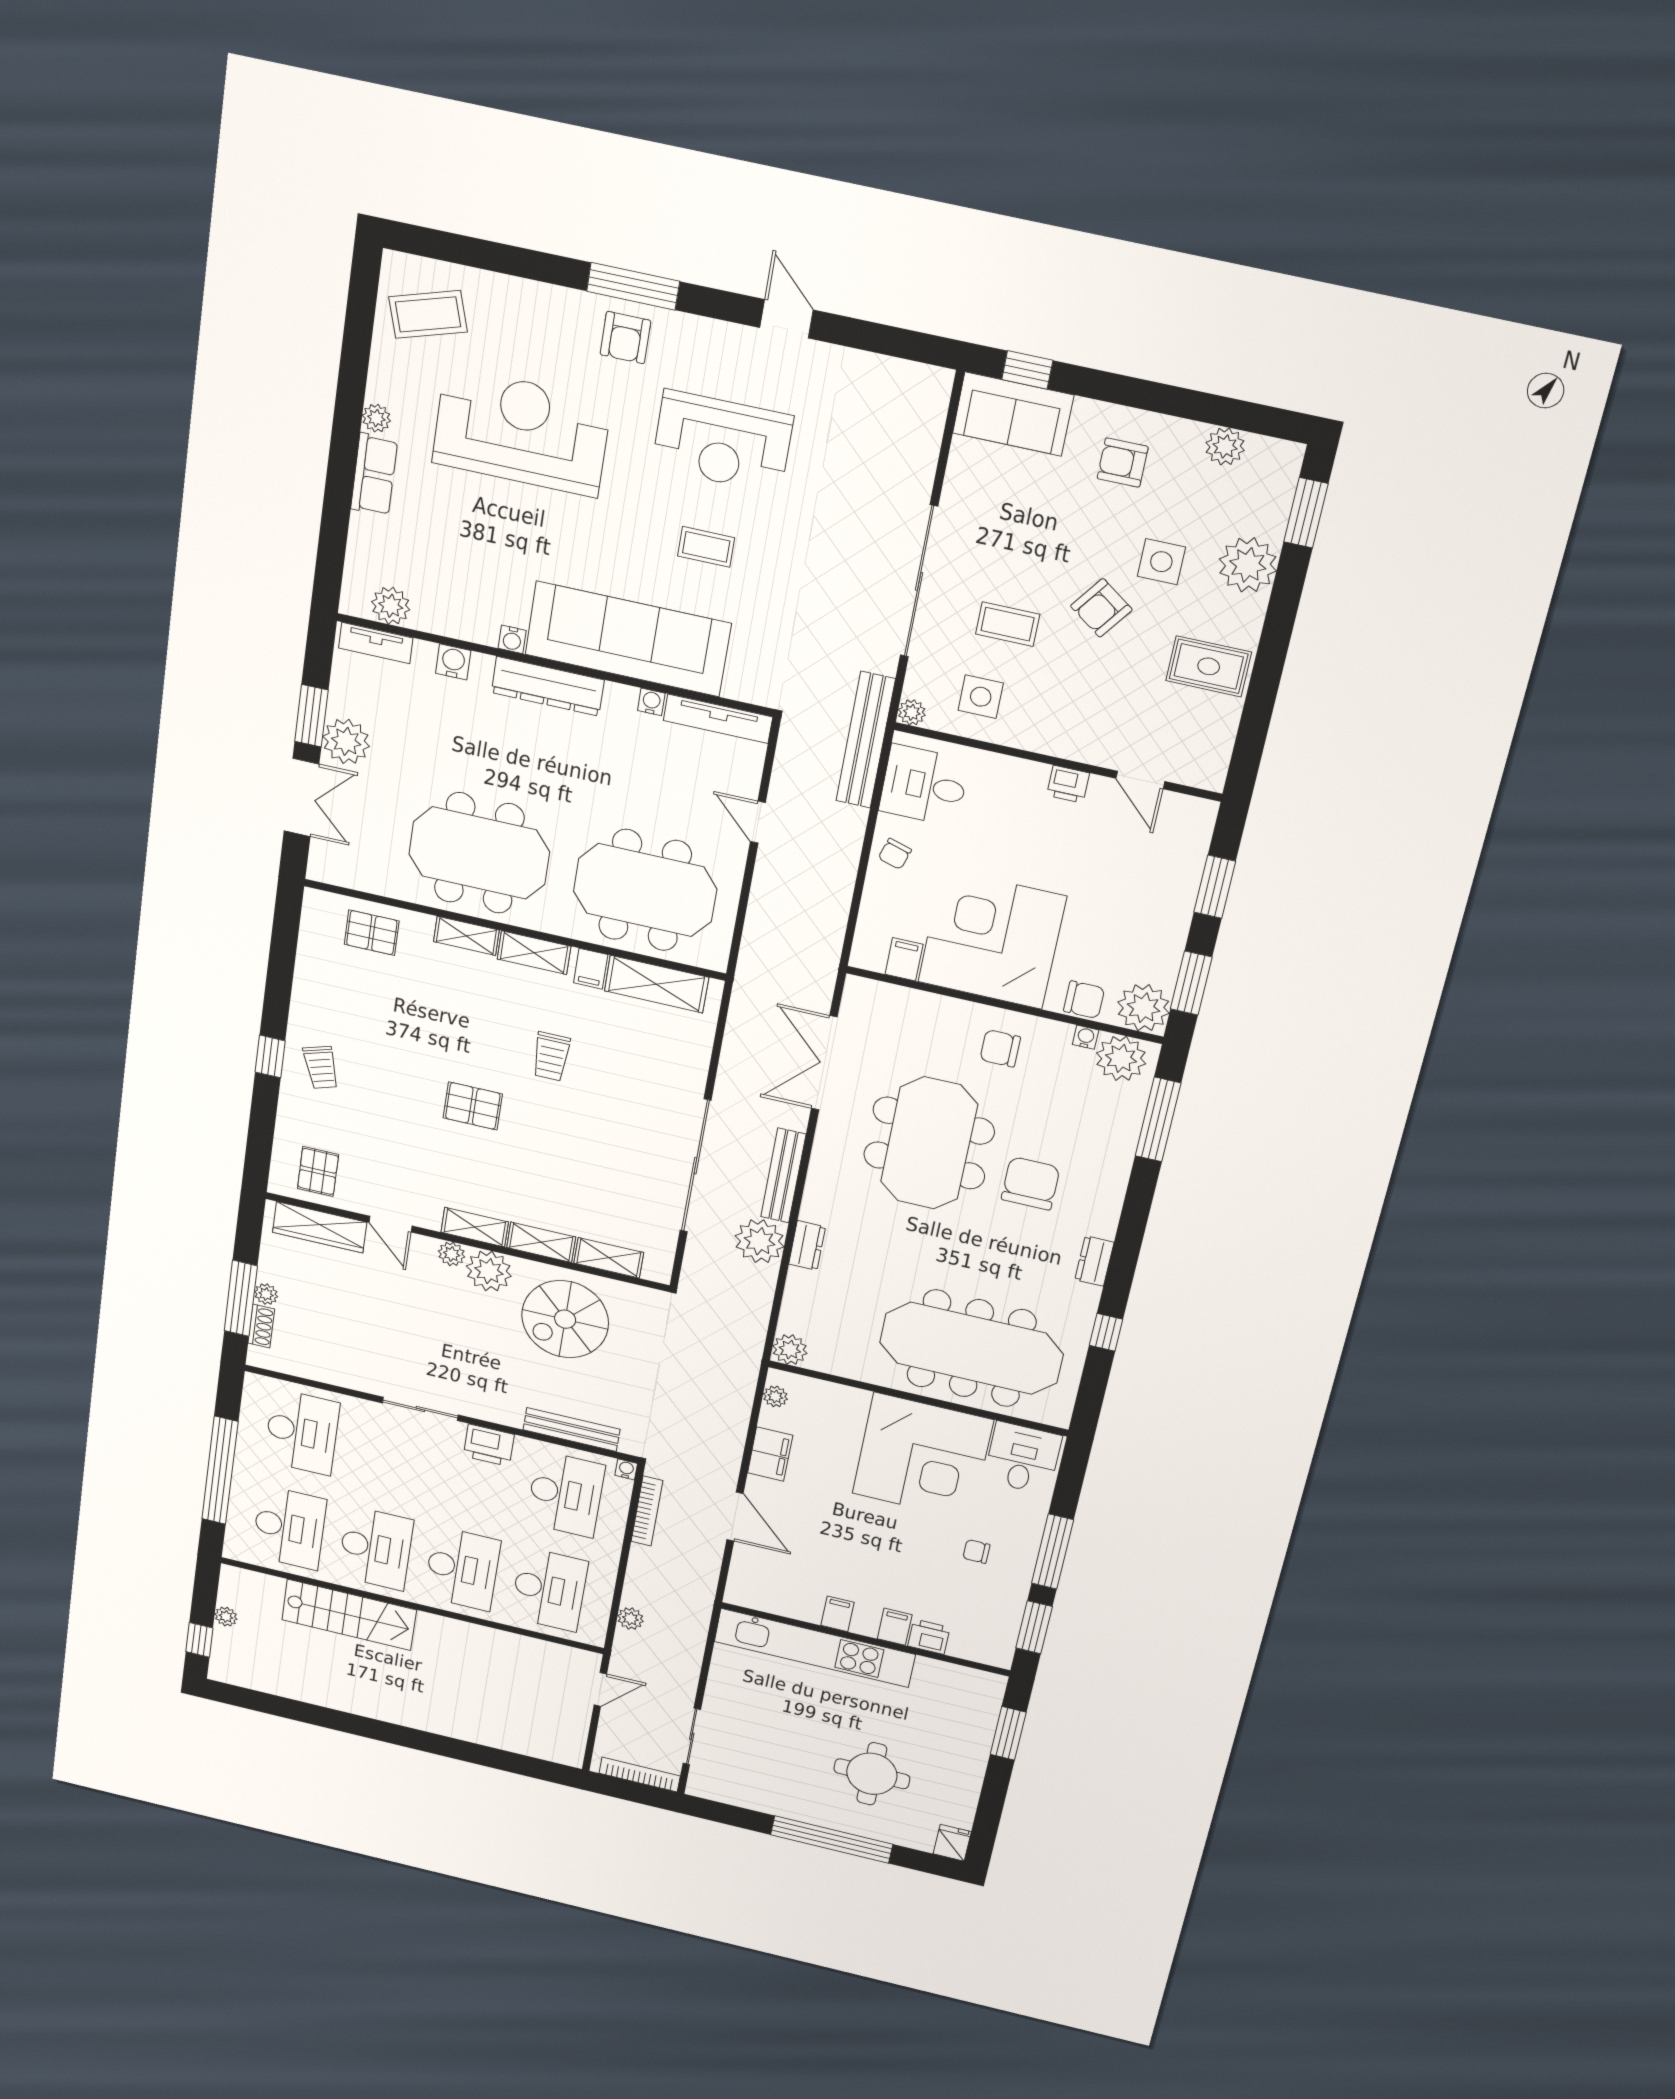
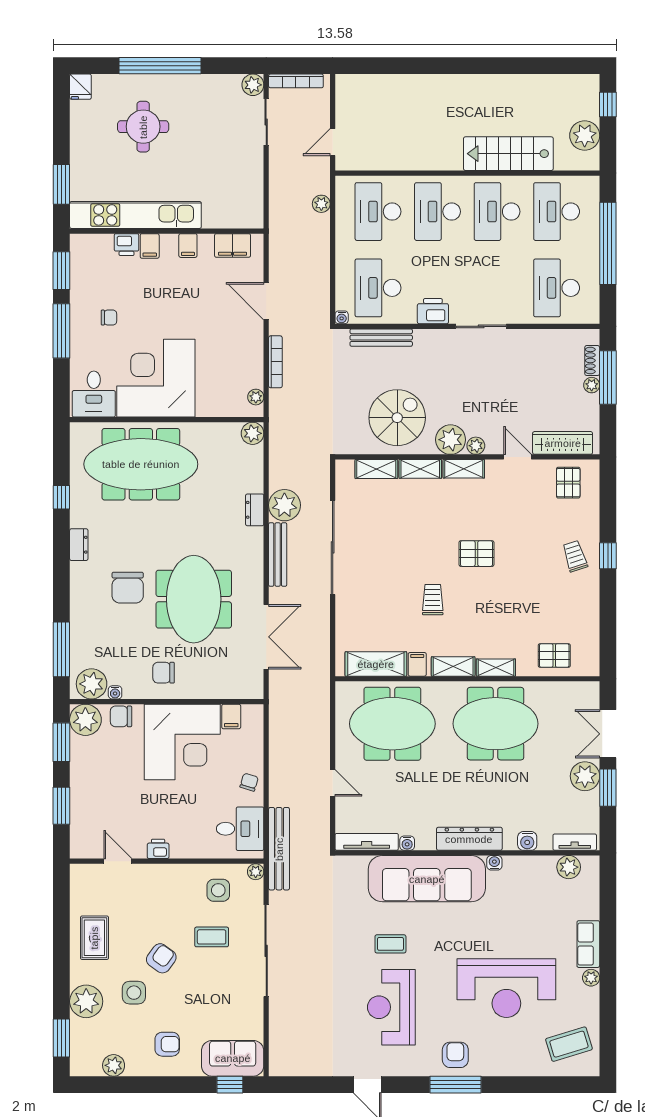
reception desk: (722, 442) -> (391, 1007), turned -90
rug: (1209, 666) -> (94, 938), turned 90
chair: (1000, 1048) -> (164, 673), turned 180
filing cabinet: (770, 1454) -> (233, 245), moved, turned -90
bookcase: (647, 1511) -> (275, 362), moved, turned 180
plant: (226, 1617) -> (585, 135), width x1.88, depth x1.88
kitchen unit: (815, 1648) -> (135, 215), moved
plant: (702, 1785) -> (253, 85), added

